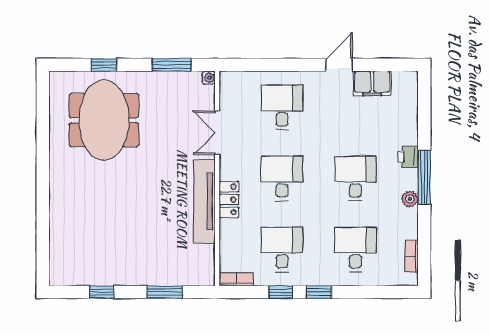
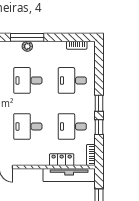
printer: (408, 157) -> (14, 47), removed
plant: (410, 199) -> (27, 46), moved
locker: (229, 200) -> (62, 160), moved
tv unit: (205, 202) -> (69, 175), moved

